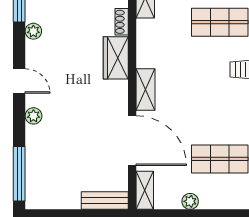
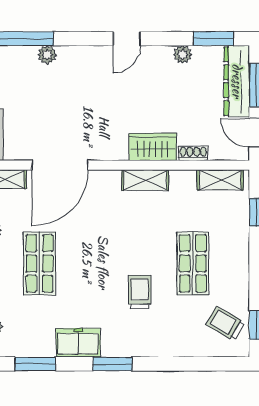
shelving: (145, 89) -> (145, 180), moved
plant: (33, 116) -> (47, 55), moved

